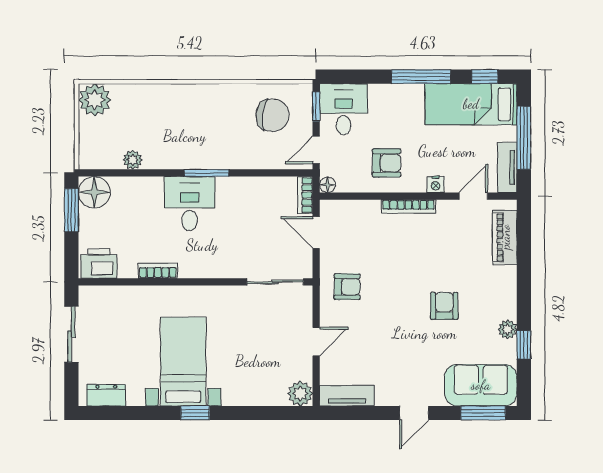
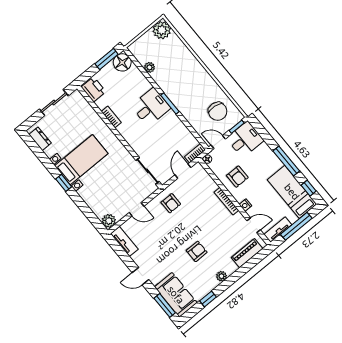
plant: (508, 329) -> (221, 276), moved

